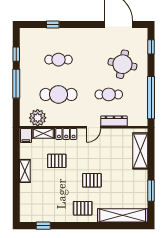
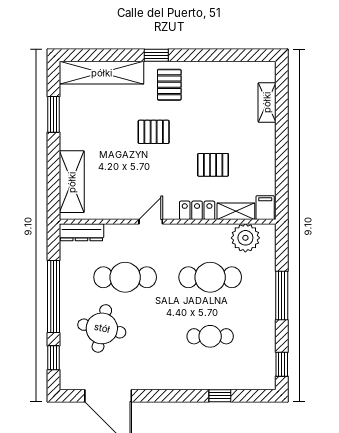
window: (16, 54) -> (282, 364), moved
cafe table: (109, 94) -> (125, 277), width x1.37, depth x1.35
window: (151, 98) -> (53, 296), moved
dresser: (114, 121) -> (81, 232), moved
shelving: (25, 171) -> (267, 102), moved
pallet: (83, 208) -> (169, 85), turned 90
window: (43, 226) -> (156, 55), moved

